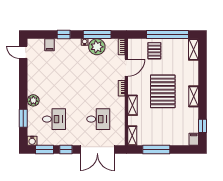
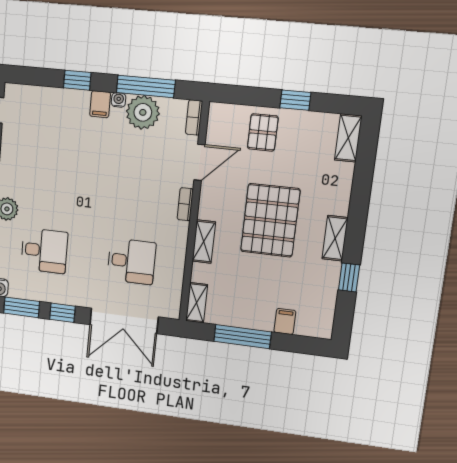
window: (167, 35) -> (295, 100), width x0.32
filing cabinet: (50, 45) -> (100, 104), moved
window: (202, 126) -> (349, 277), moved
filing cabinet: (194, 139) -> (285, 321), moved

